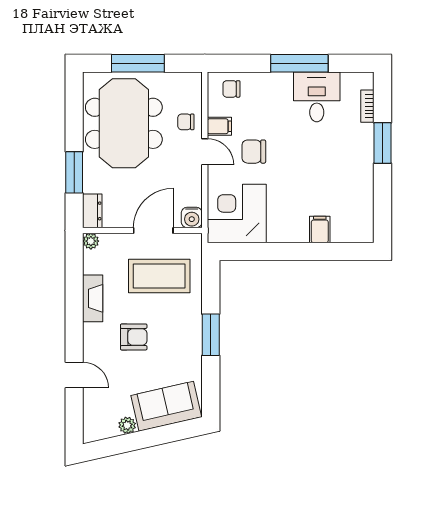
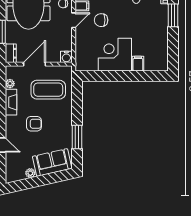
door: (205, 152) -> (74, 20), hinge flipped
corner desk: (237, 213) -> (115, 55), moved
door: (153, 230) -> (34, 64), moved
plant: (91, 241) -> (10, 84), moved
window: (211, 335) -> (77, 137), moved

